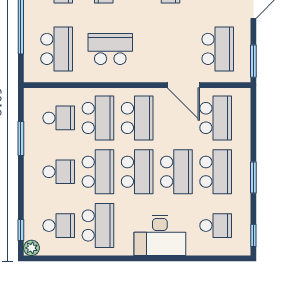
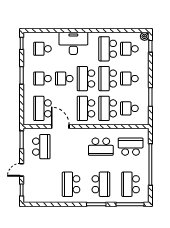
school desk: (57, 49) -> (131, 147), turned 90
school desk: (218, 49) -> (41, 147), turned 180
school desk: (176, 172) -> (64, 79), width x0.54
school desk: (216, 172) -> (42, 79), width x0.54

